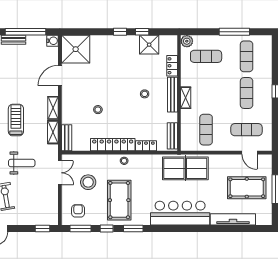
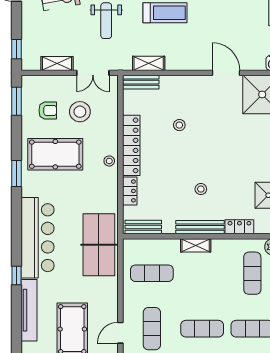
shelving: (53, 108) -> (57, 63), moved
armchair: (78, 211) -> (48, 110), moved
window: (107, 228) -> (16, 275), moved

